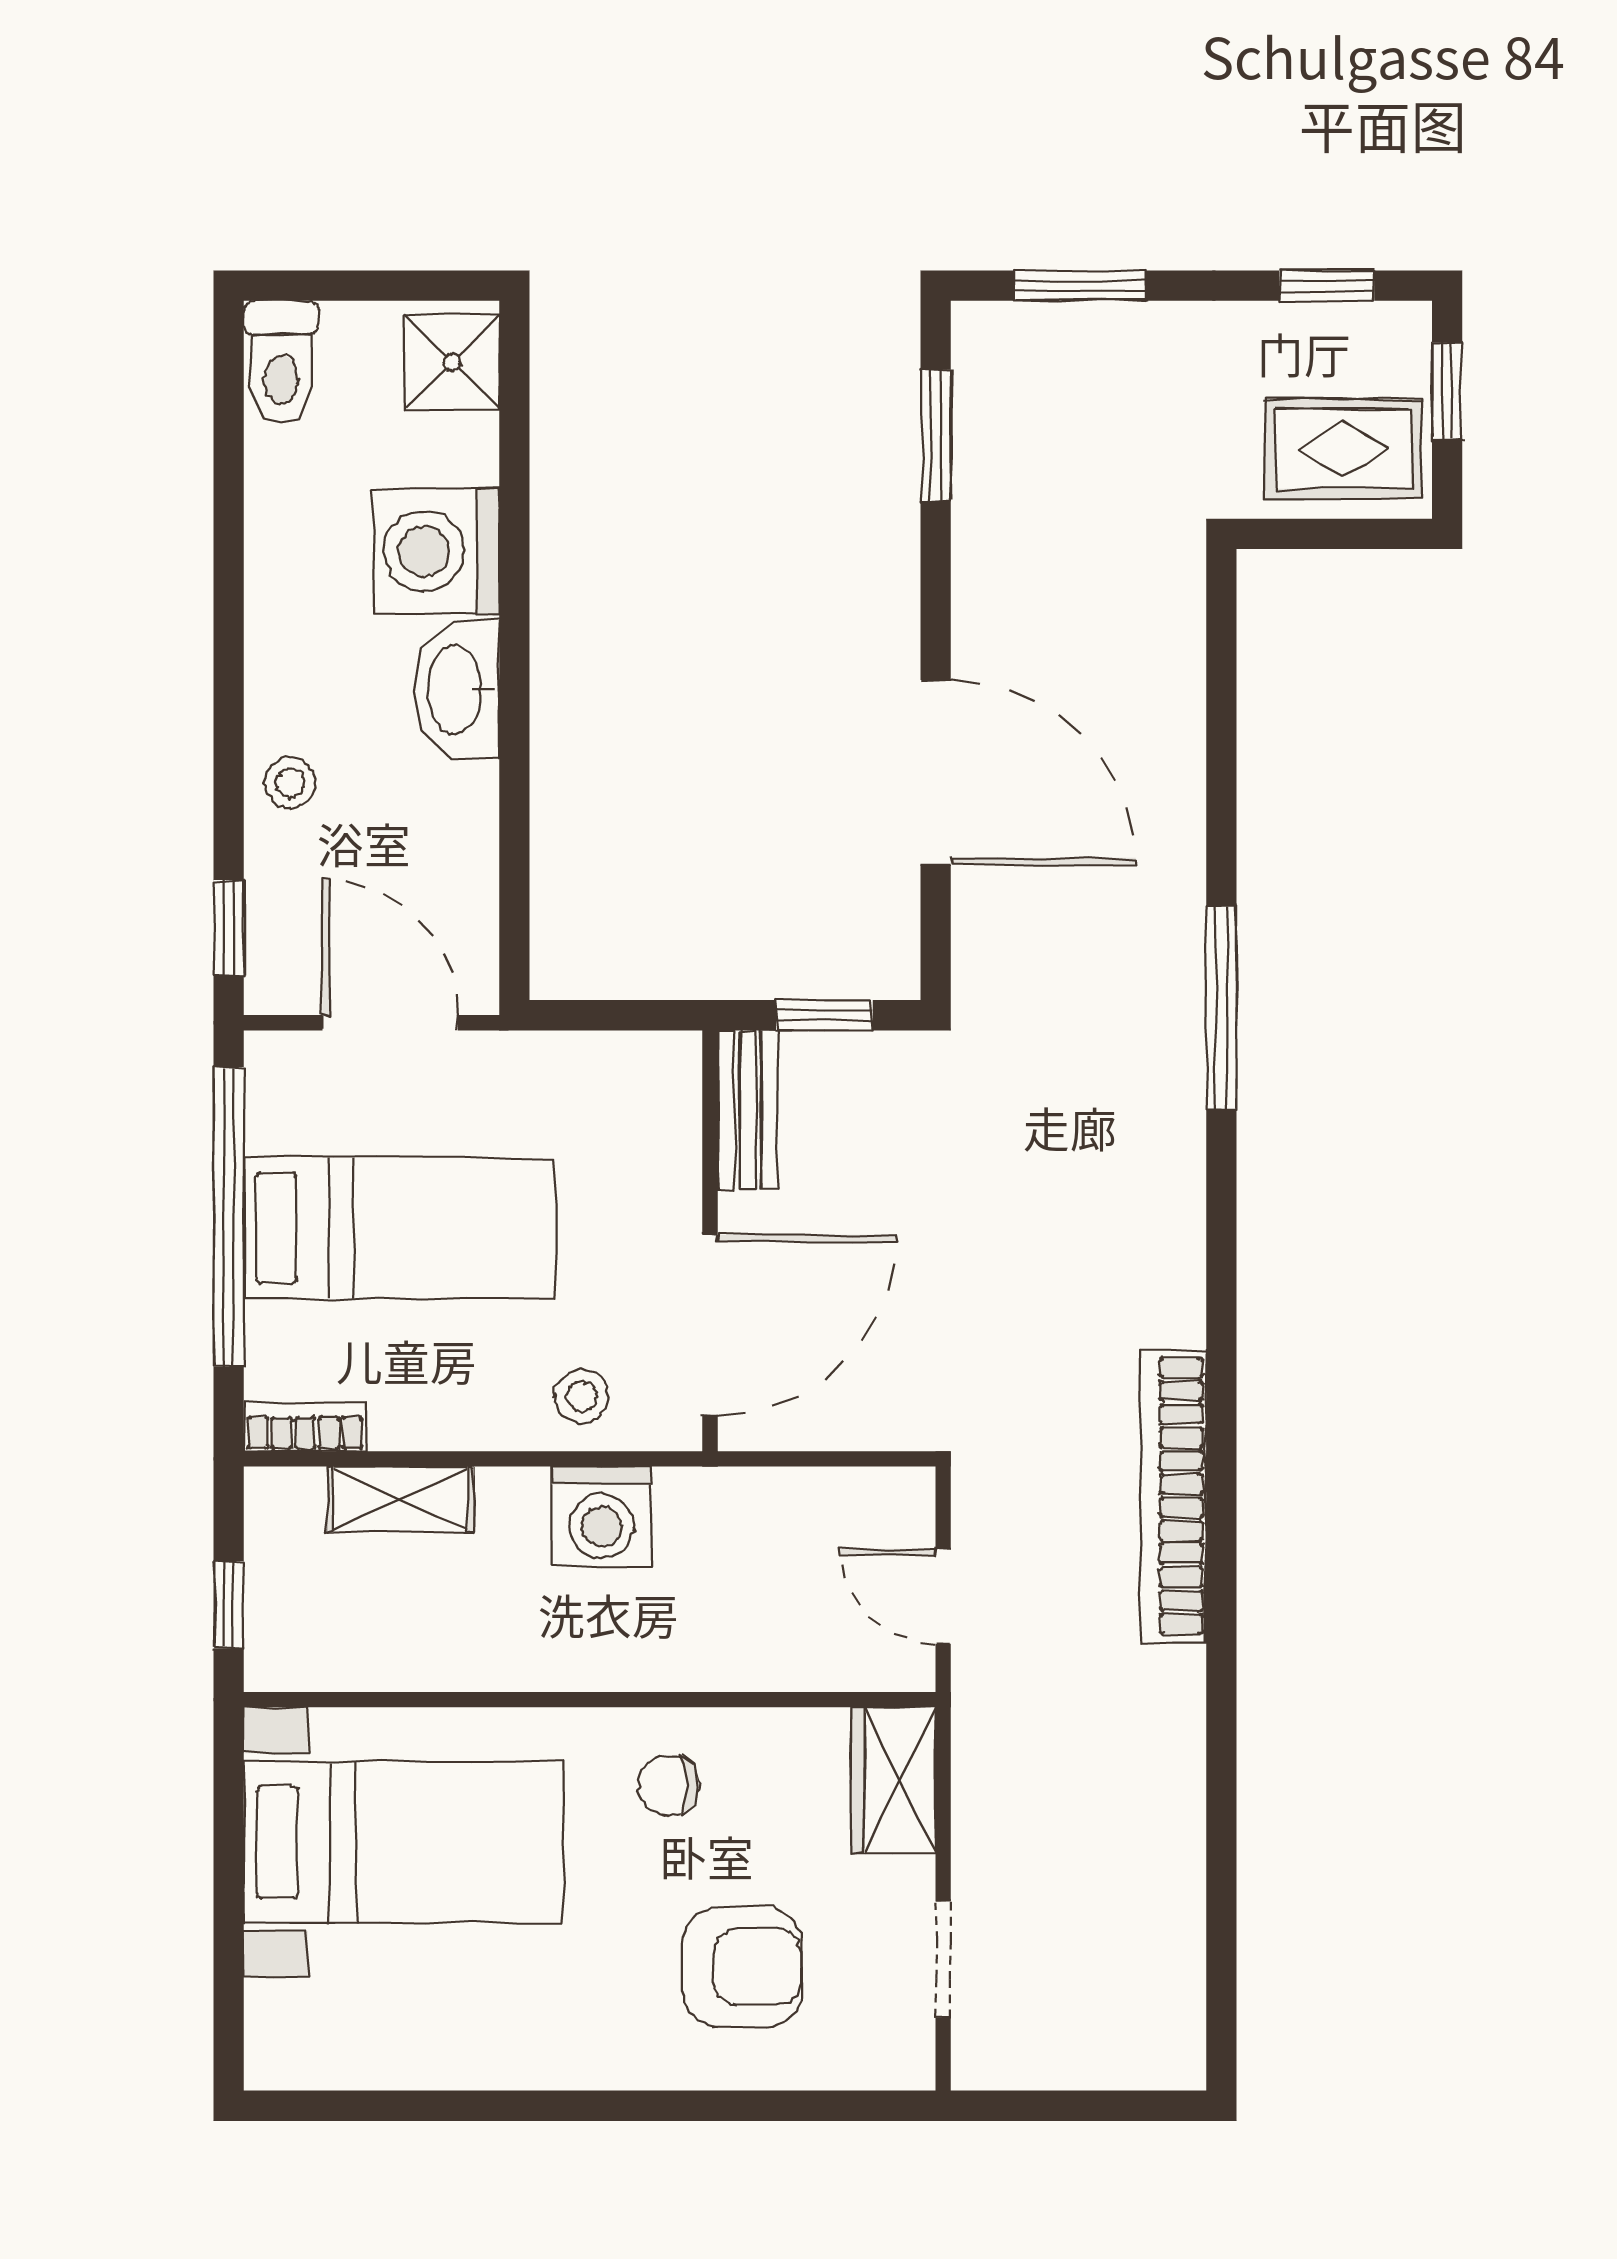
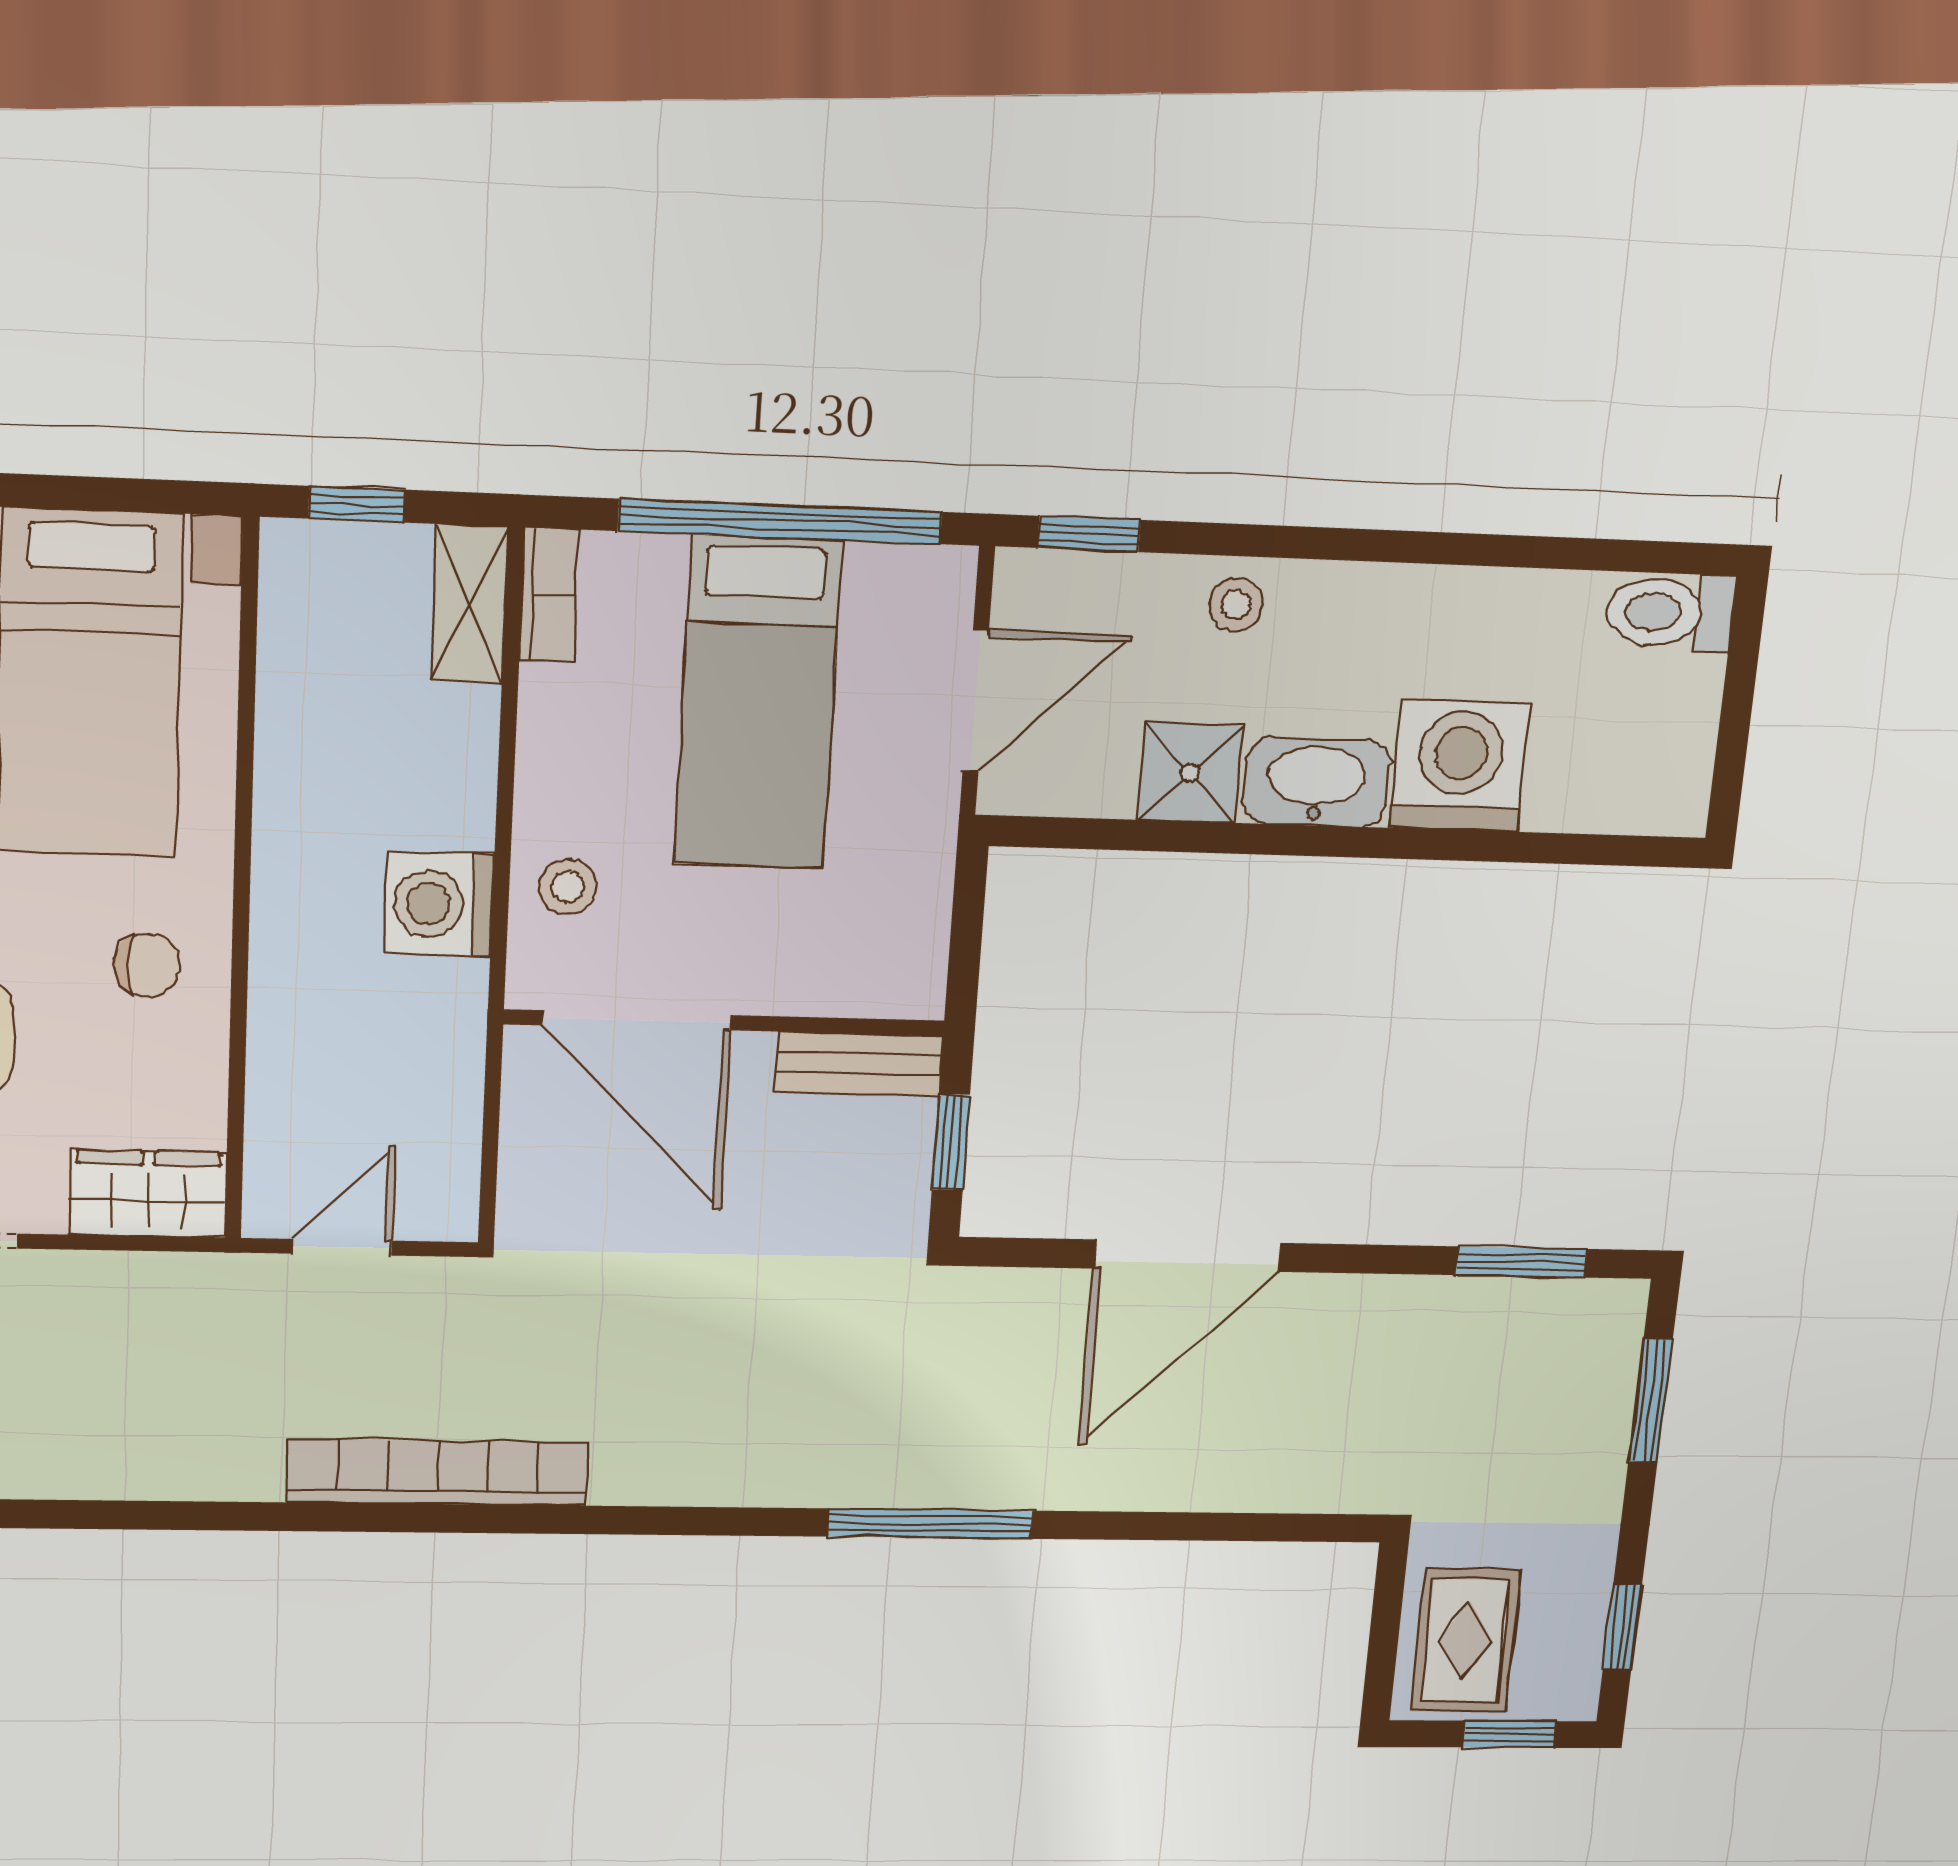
shower: (452, 362) -> (1190, 773), moved
shelving: (400, 1499) -> (469, 604), moved
chair: (669, 1785) -> (147, 965), turned 90

